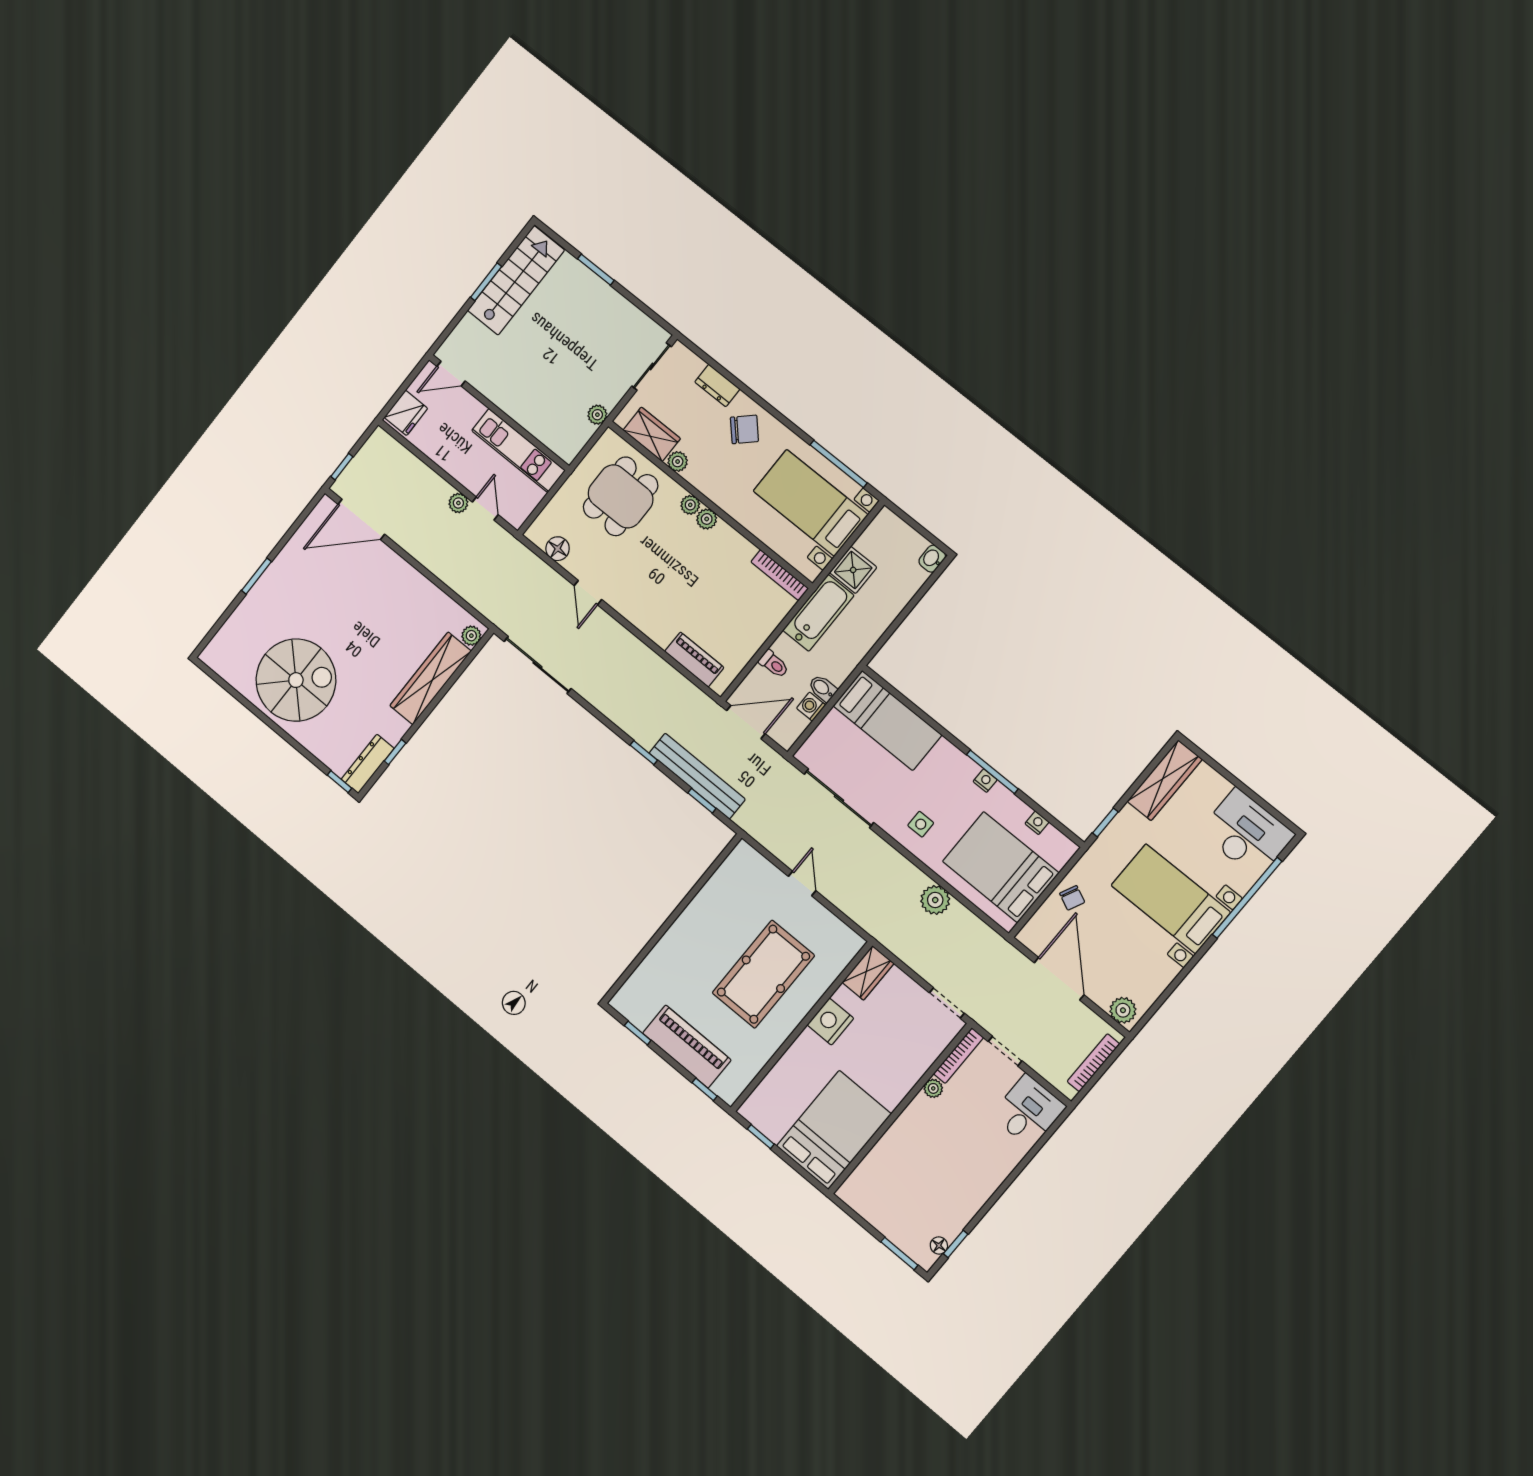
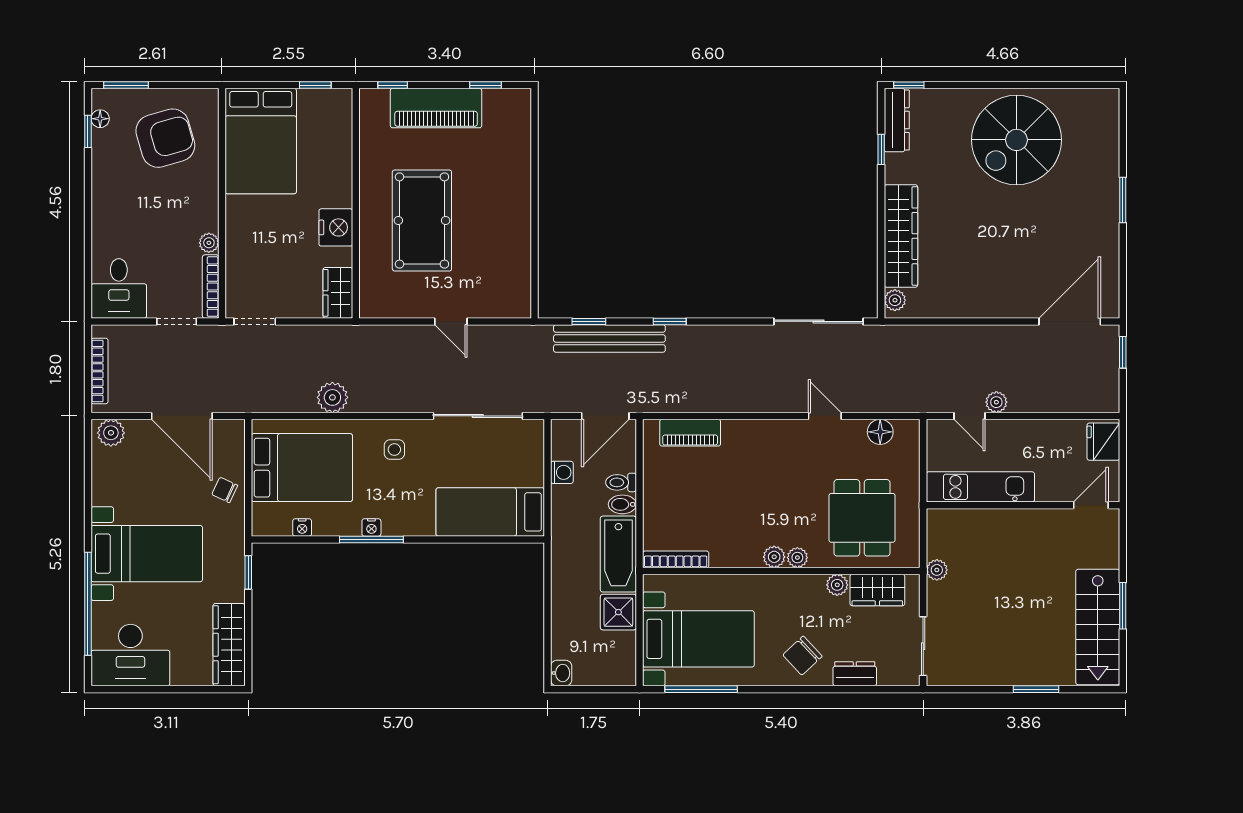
bidet: (823, 688) -> (622, 504), moved, turned 180
armchair: (902, 1191) -> (165, 138), added

